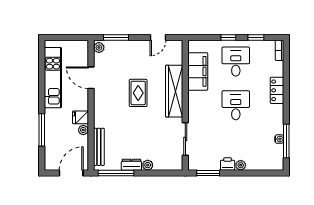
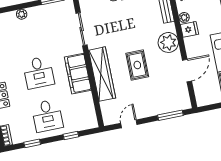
window: (228, 37) -> (71, 136), moved
plant: (99, 48) -> (168, 42), moved, width x1.88, depth x1.88
filing cabinet: (198, 71) -> (78, 74), moved
door: (91, 78) -> (187, 71), hinge flipped
printer: (228, 164) -> (35, 13), removed

